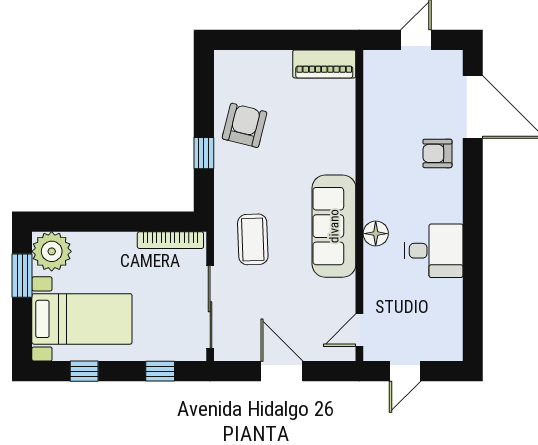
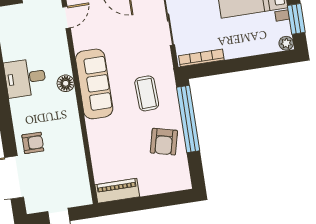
window: (204, 153) -> (188, 119), width x3.17
coffee table: (253, 239) -> (147, 93), moved
plant: (52, 251) -> (286, 43), width x0.53, depth x0.53

